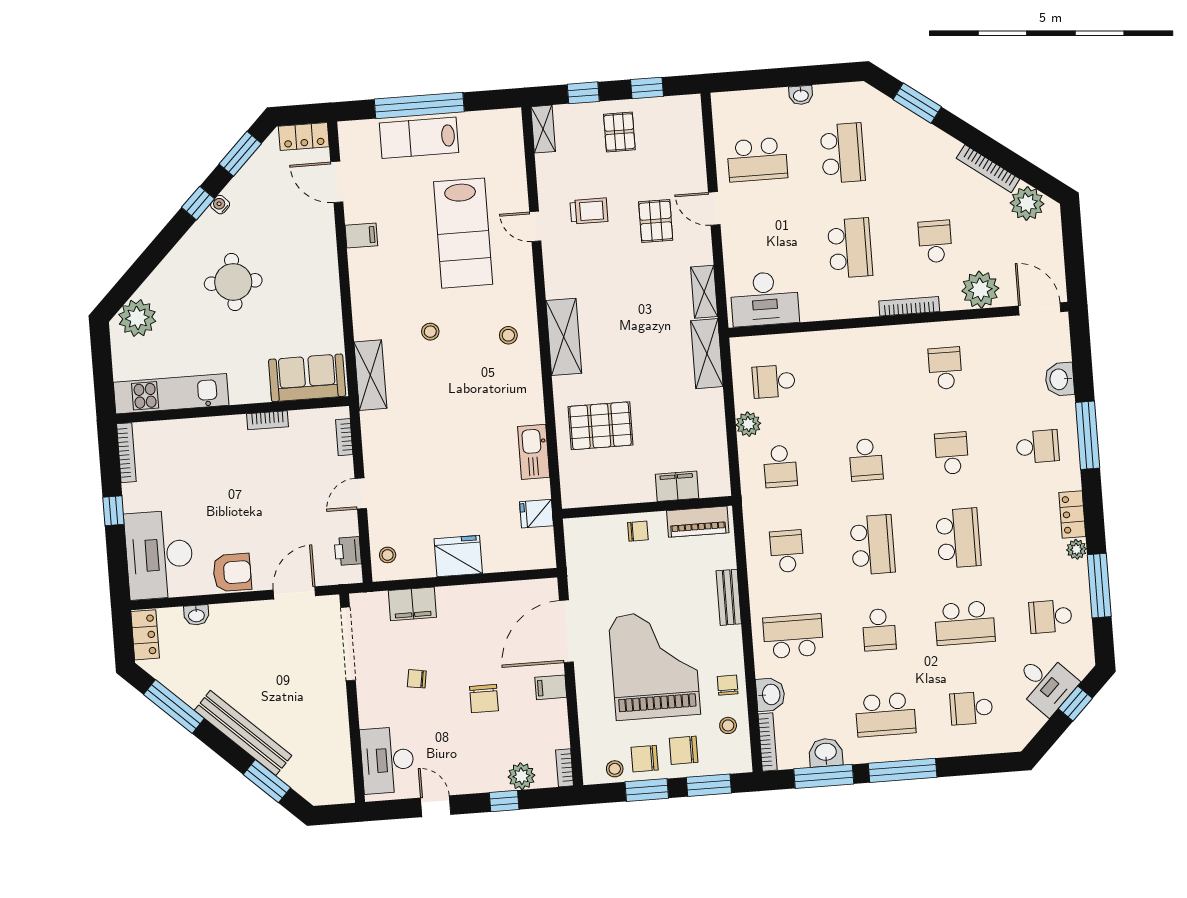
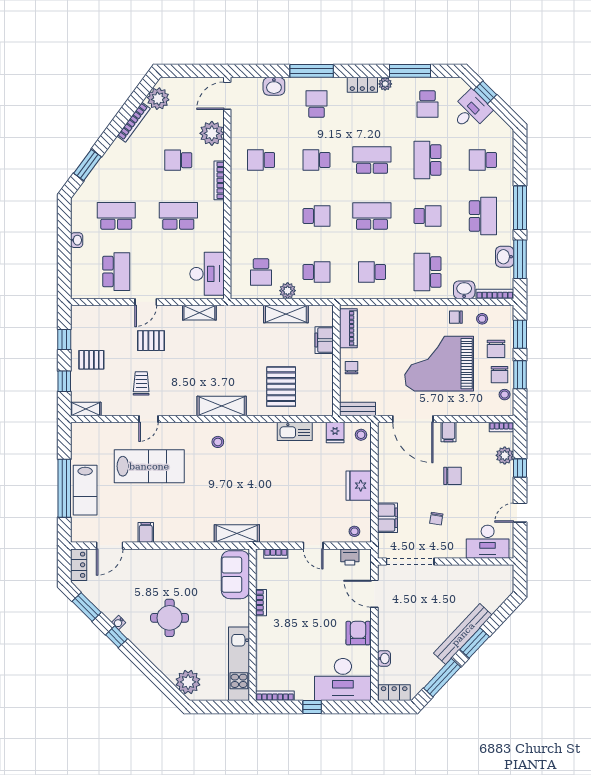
stool: (430, 332) -> (361, 435), moved
shelving: (707, 354) -> (286, 314), moved
bench: (729, 597) -> (357, 409), moved
school desk: (965, 623) -> (427, 160), turned 180
school desk: (971, 708) -> (483, 160), turned 90
window: (267, 781) -> (475, 643), moved

